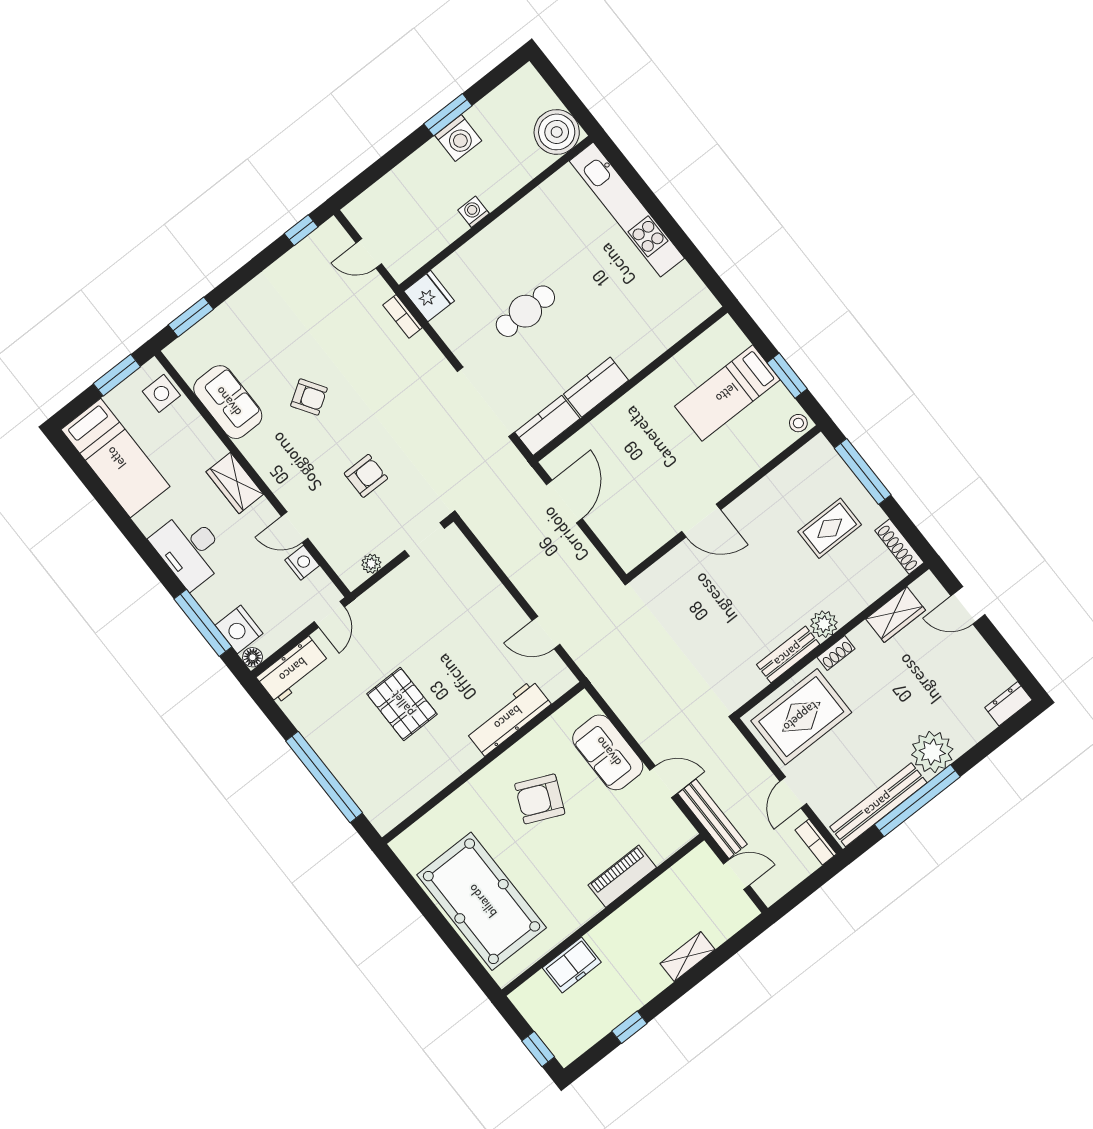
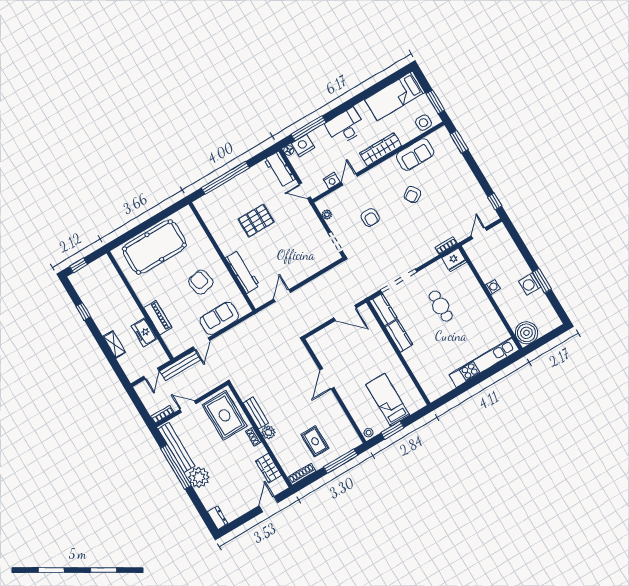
wardrobe: (235, 483) -> (381, 149), width x1.50
armchair: (540, 799) -> (201, 282), turned -35
freezer: (572, 965) -> (144, 332), moved

